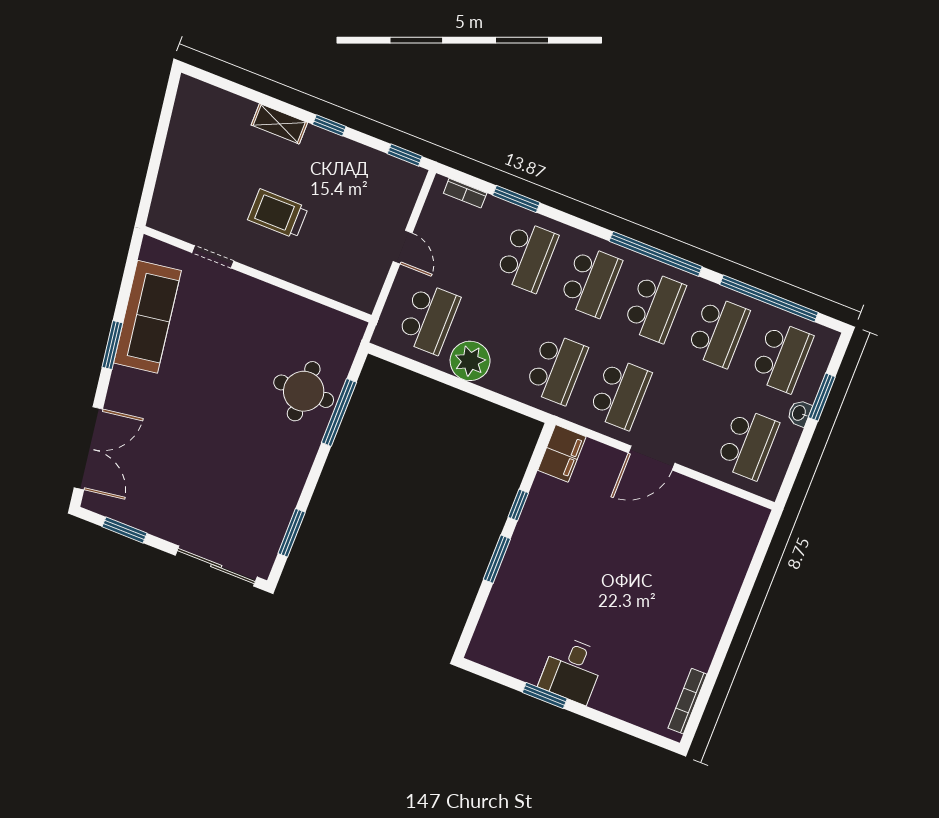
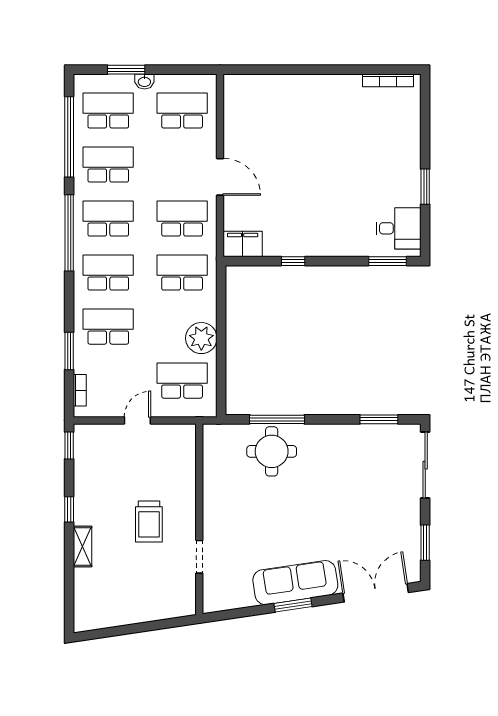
sofa: (147, 317) -> (295, 583), moved
window: (497, 559) -> (388, 261), moved
desk: (572, 670) -> (399, 228), moved

